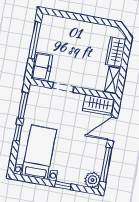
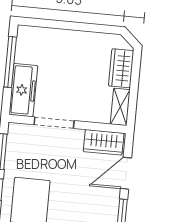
freezer: (42, 67) -> (23, 90), width x1.40
doorway: (63, 87) -> (54, 123), width x1.38

